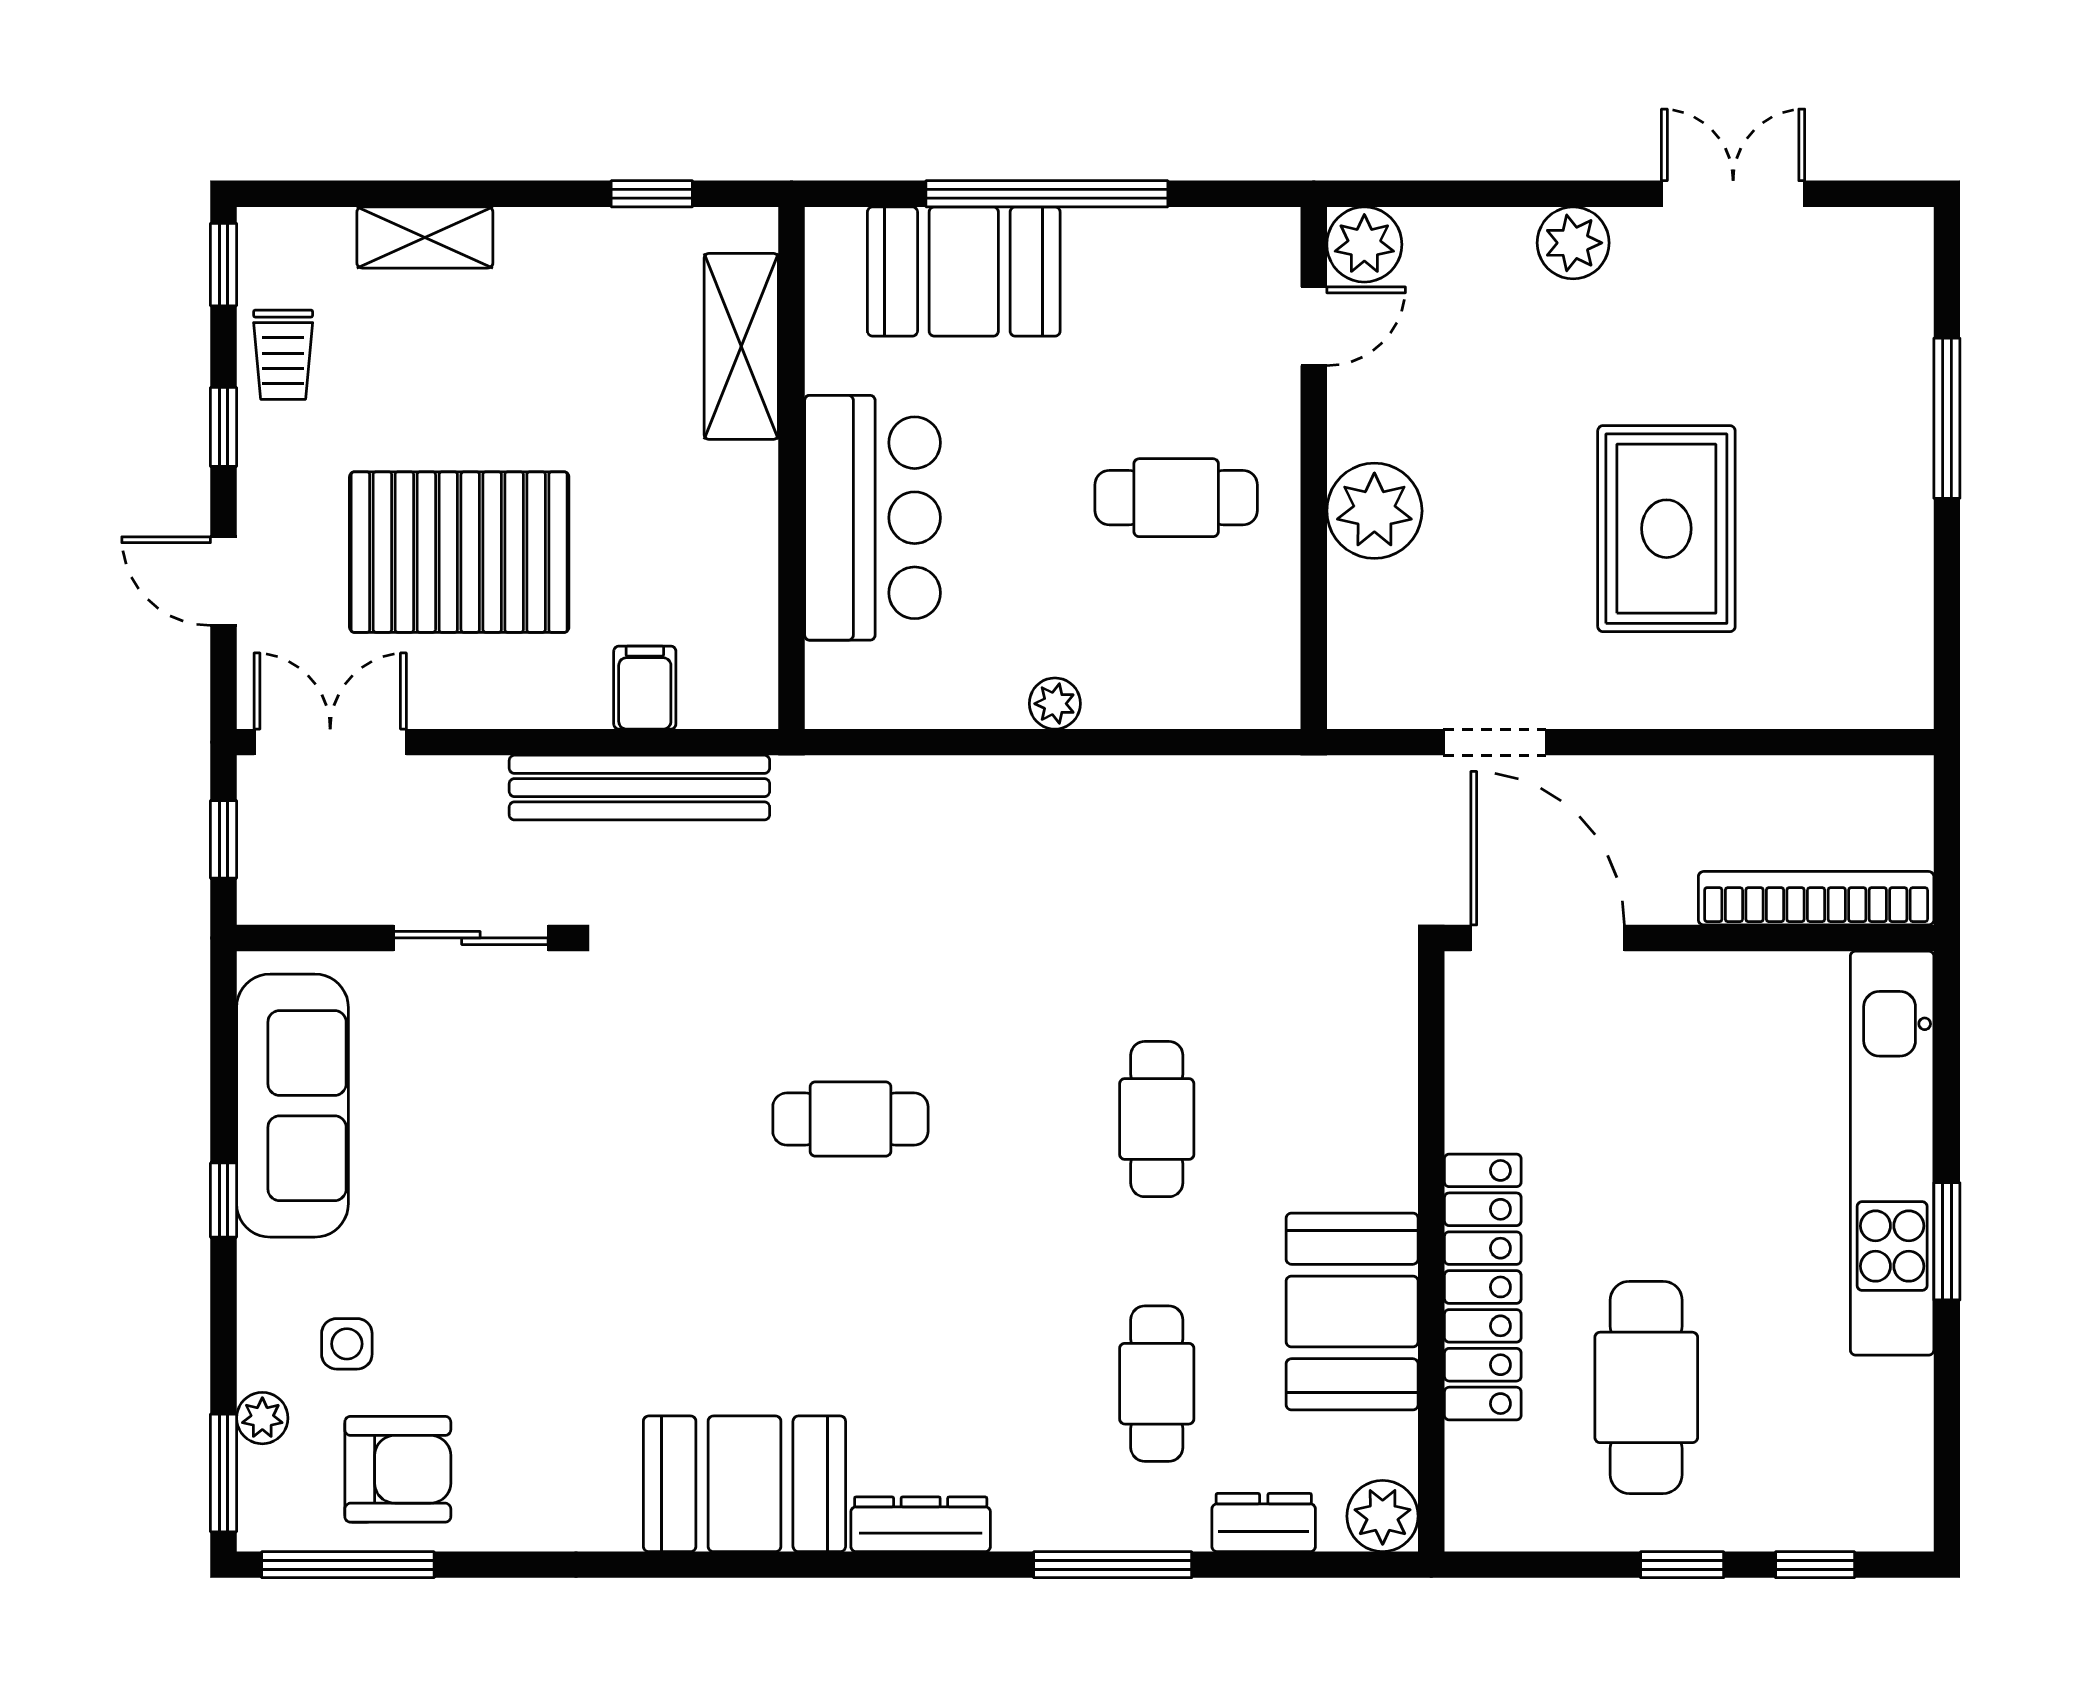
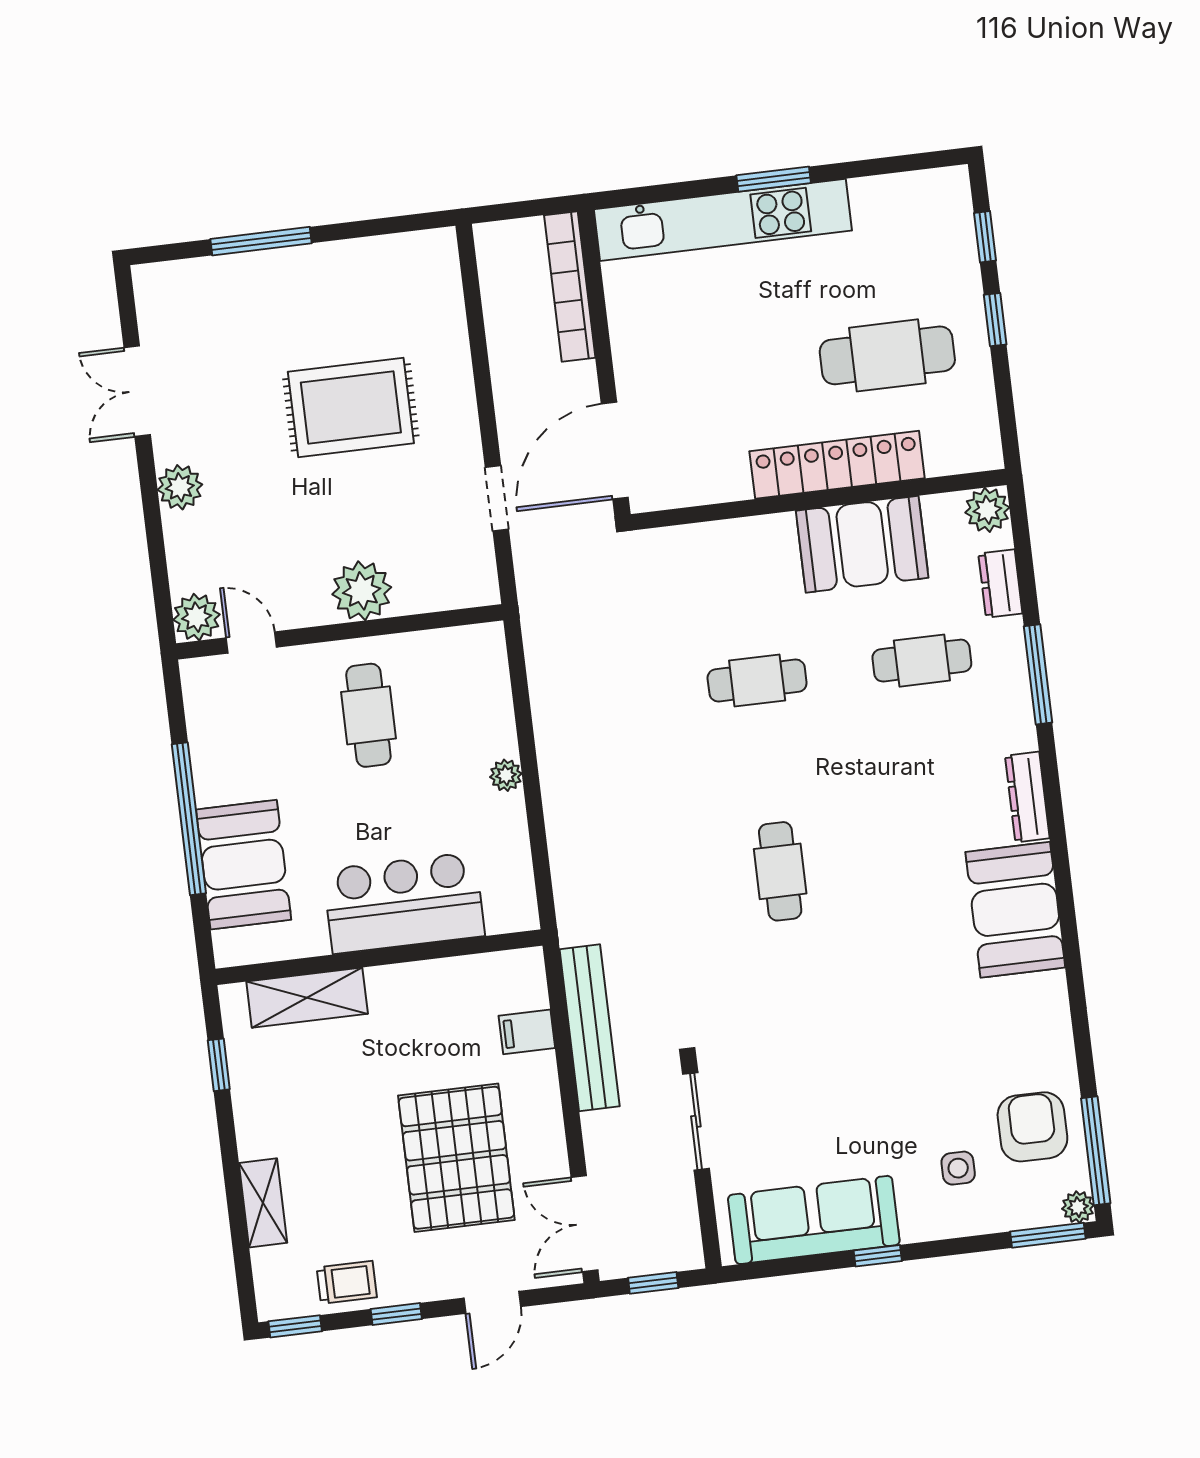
plant: (262, 1418) -> (1078, 1207), moved

